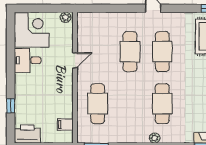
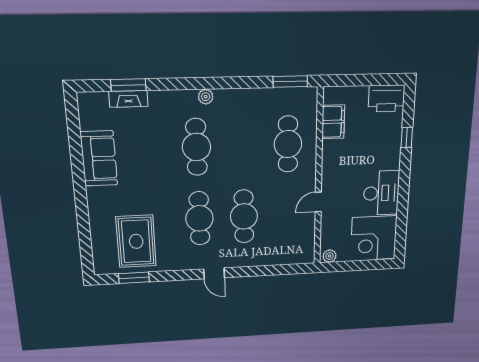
desk: (28, 60) -> (381, 193), width x1.37
filing cabinet: (65, 124) -> (333, 122), width x2.00

